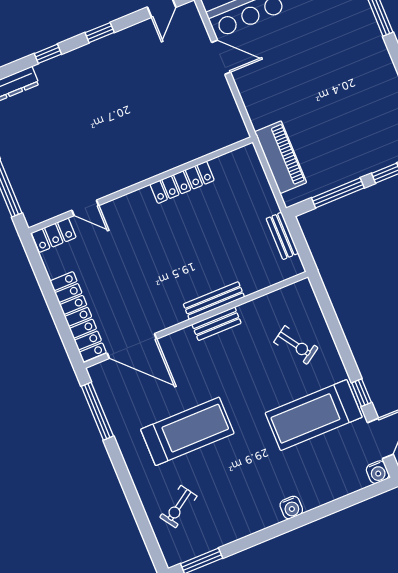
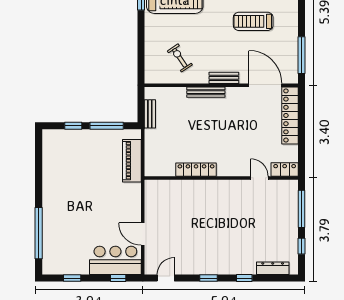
bench: (216, 324) -> (224, 78), moved
exercise bike: (296, 345) -> (180, 58), moved
treadmill: (187, 431) -> (253, 21), width x0.73, depth x0.73

